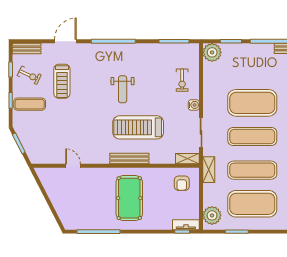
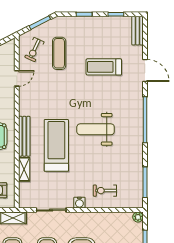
plant: (212, 52) -> (138, 217), width x0.53, depth x0.53
exercise bike: (29, 75) -> (34, 50), moved
weight bench: (123, 89) -> (96, 129), width x1.36, depth x1.33
exercise mat: (30, 104) -> (59, 53), moved
shelving: (187, 159) -> (24, 169), moved

